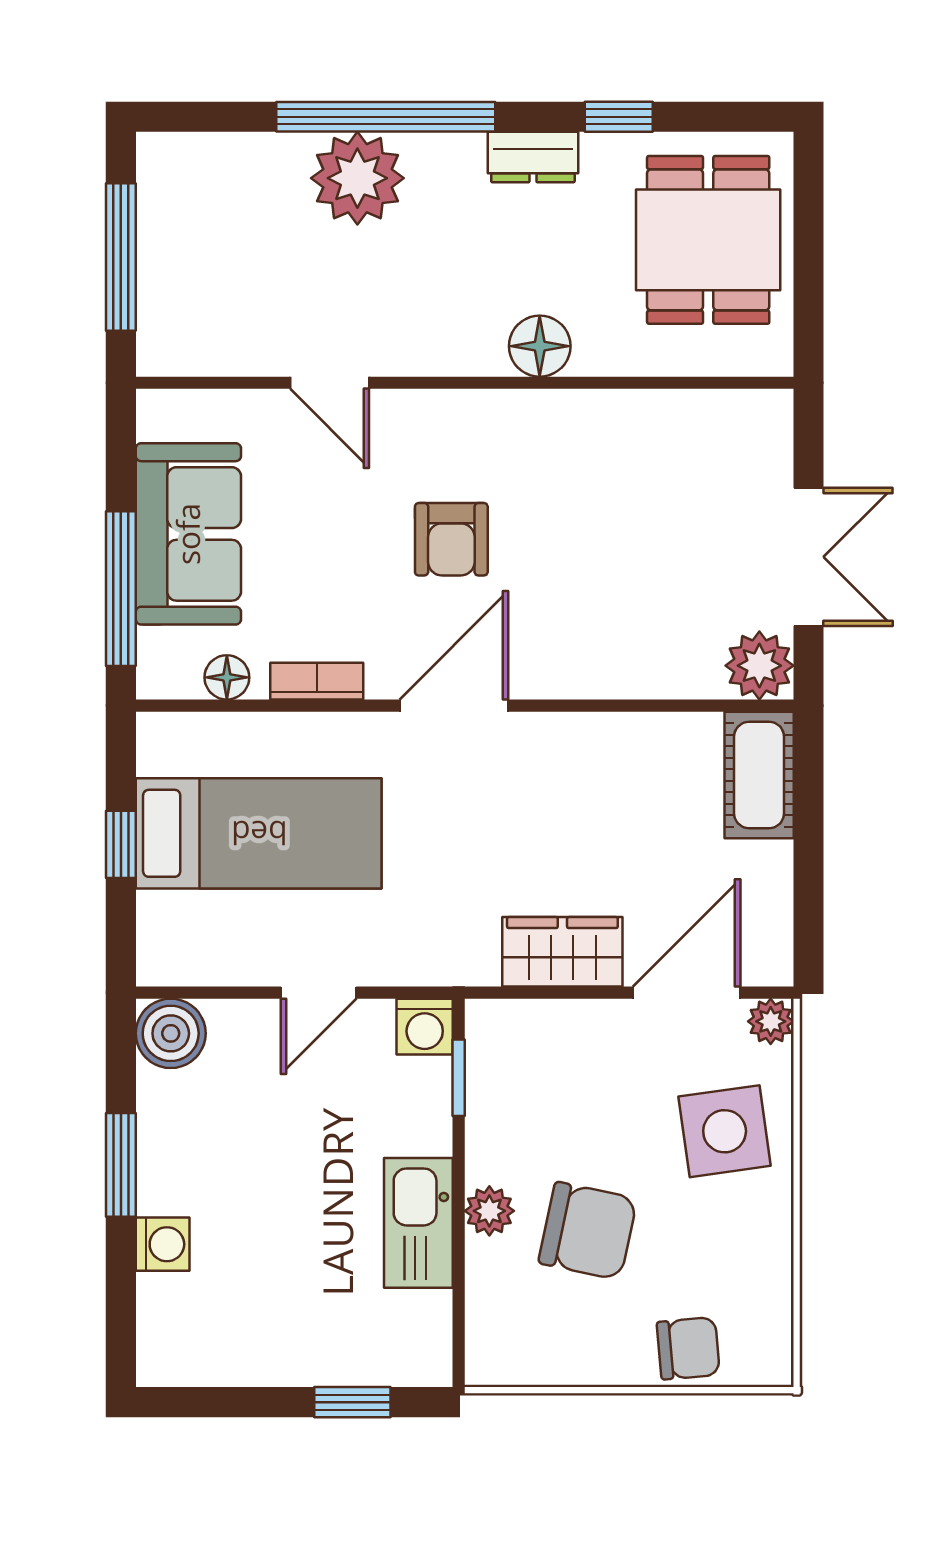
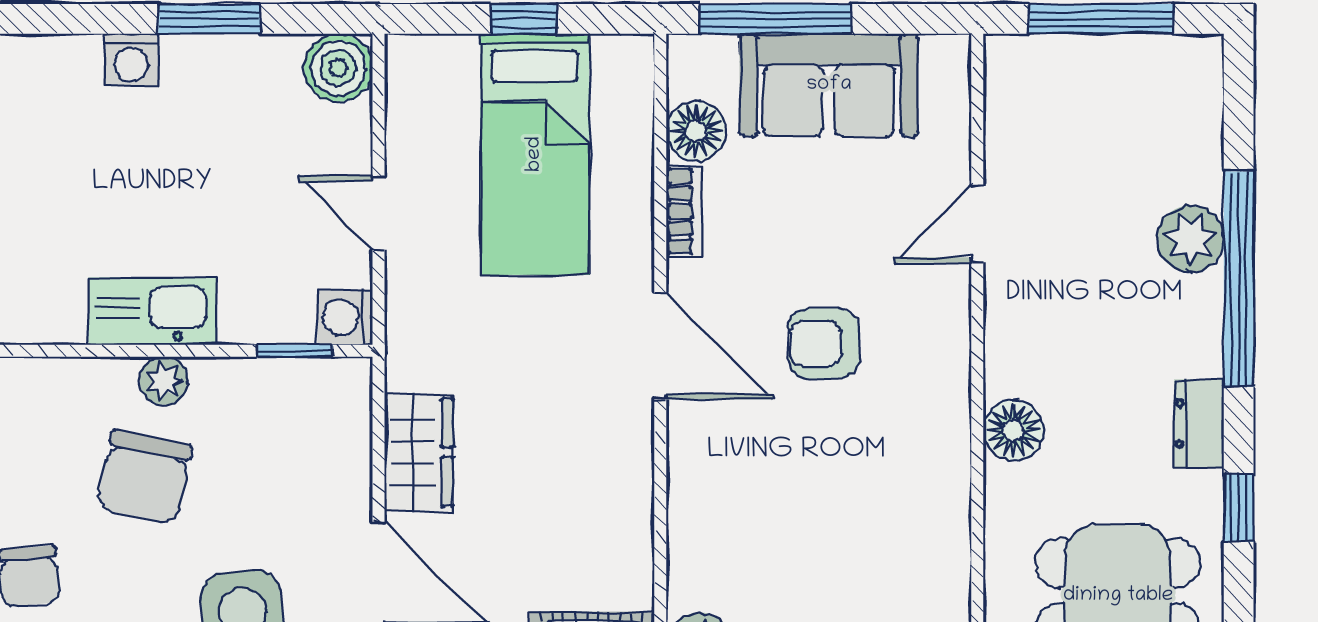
plant: (357, 178) -> (1190, 239), width x0.73, depth x0.73
floor lamp: (227, 677) -> (696, 131), width x1.37, depth x1.37

